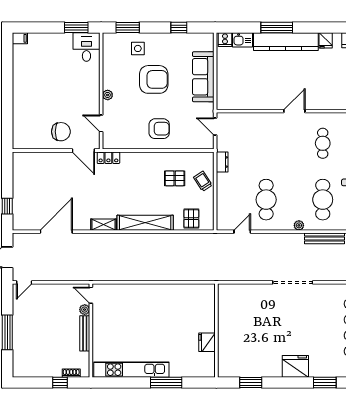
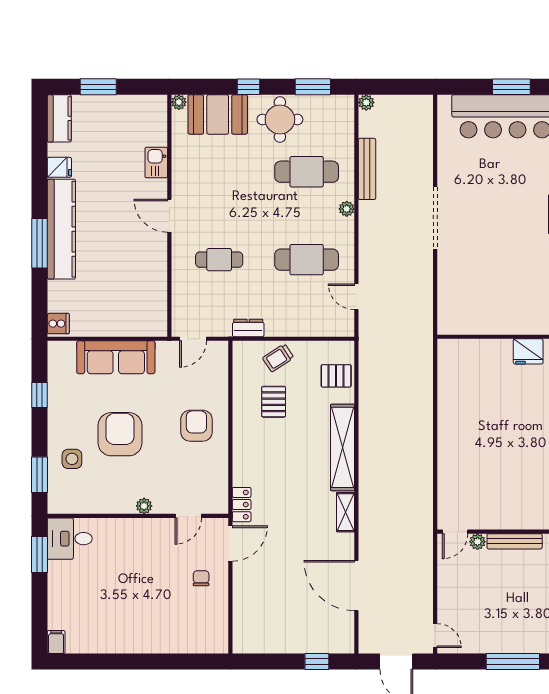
kitchen sink: (243, 40) -> (156, 162), moved, turned 180
chair: (61, 132) -> (201, 578), width x0.54, depth x0.54
cafe table: (323, 143) -> (219, 260), moved

